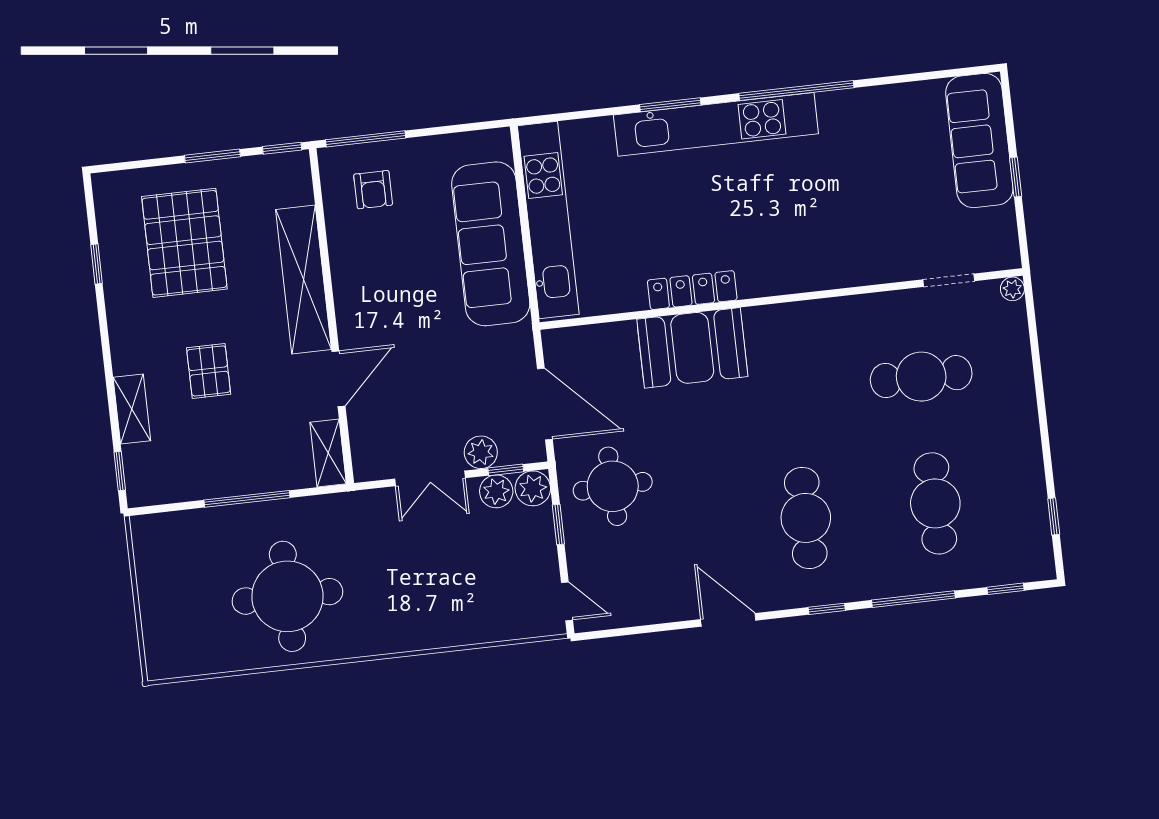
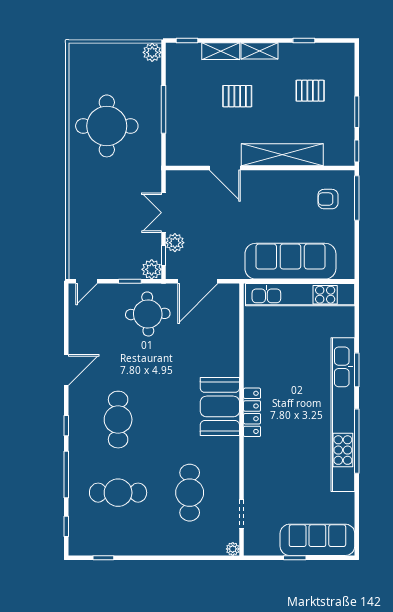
kitchen unit: (716, 124) -> (343, 415), width x1.36
pallet: (184, 243) -> (310, 91), width x0.49, depth x0.50
locker: (692, 290) -> (252, 412), moved
booth: (692, 348) -> (220, 406), moved
shelving: (328, 453) -> (260, 51), moved
plant: (496, 491) -> (152, 52), moved
cafe table: (806, 518) -> (118, 420), turned 90

